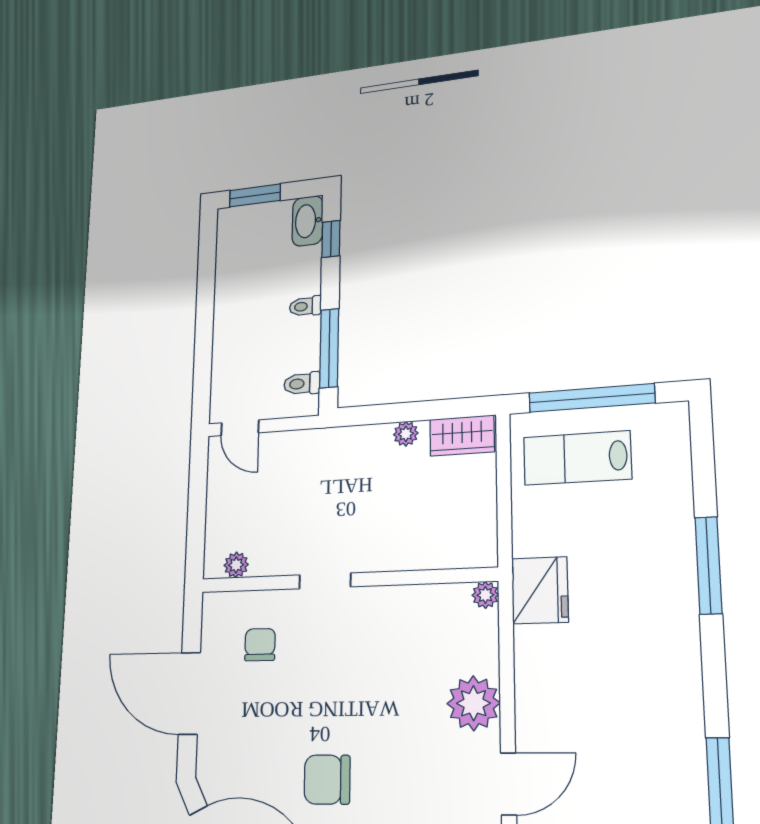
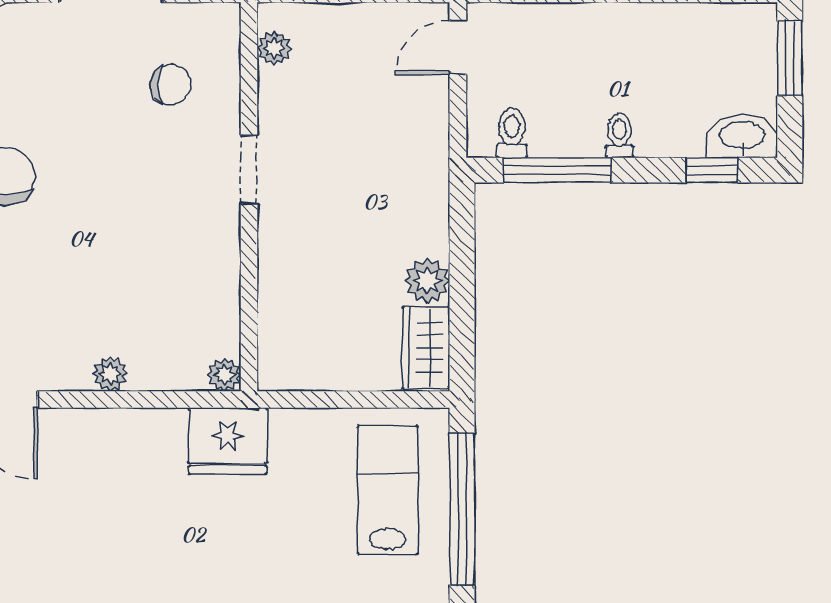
plant: (406, 434) -> (427, 281), width x1.38, depth x1.38
plant: (473, 703) -> (110, 374), width x0.53, depth x0.53

